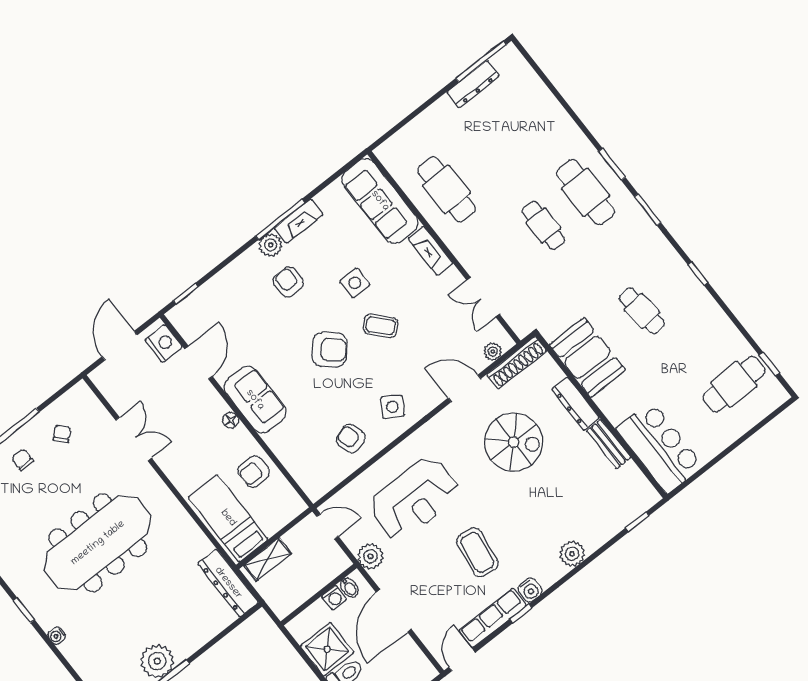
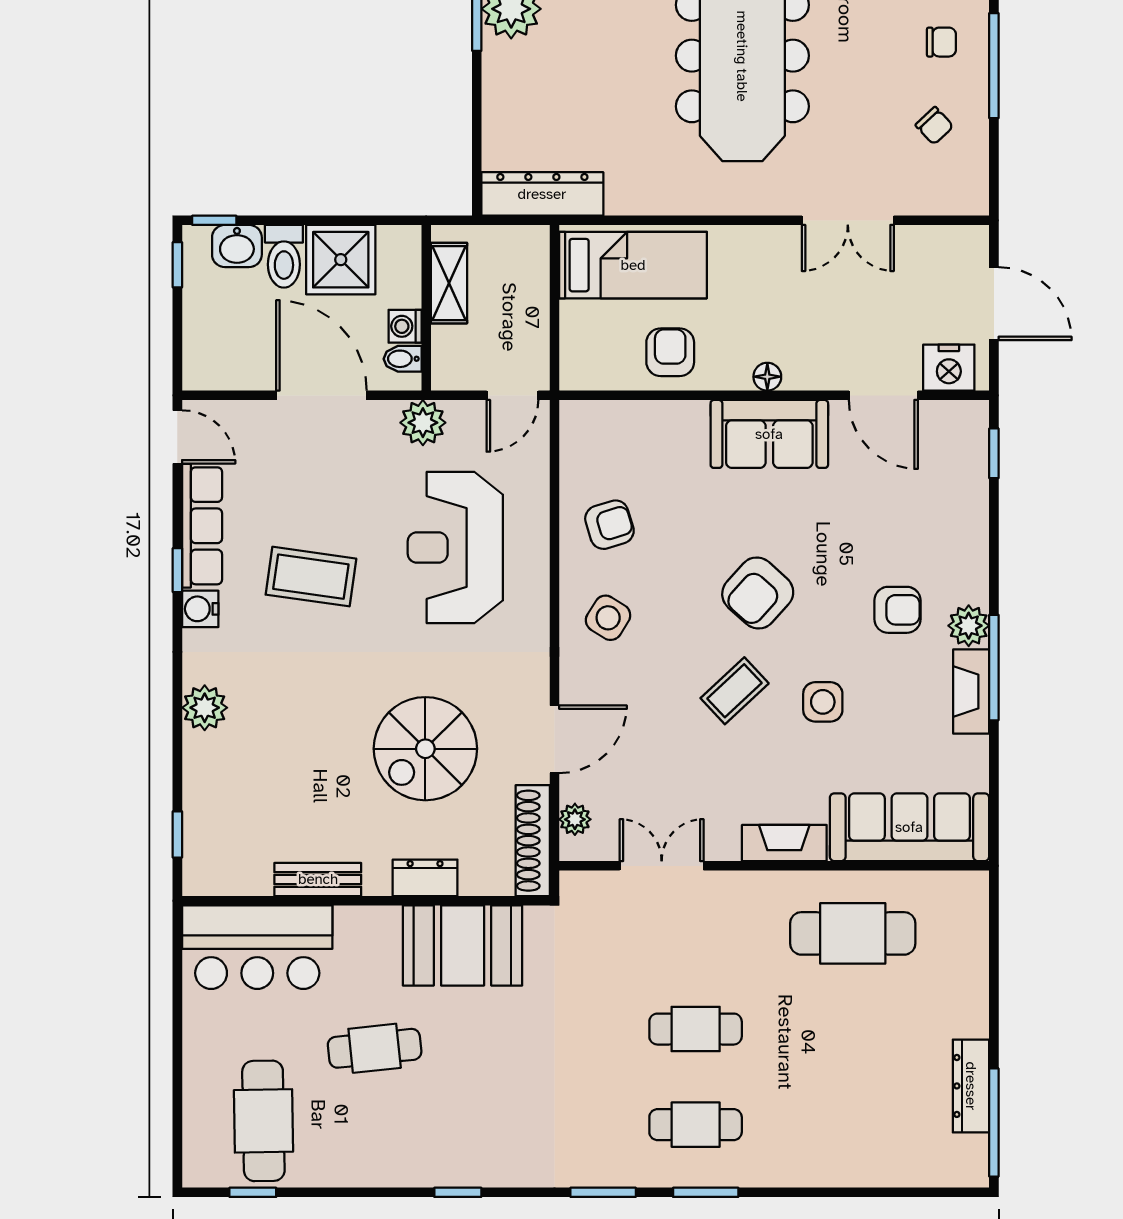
cafe table: (586, 192) -> (696, 1125), width x0.73, depth x0.74
cafe table: (642, 311) -> (375, 1048), moved
dresser: (576, 404) -> (425, 878), width x0.70
shelving: (268, 559) -> (449, 283), moved

